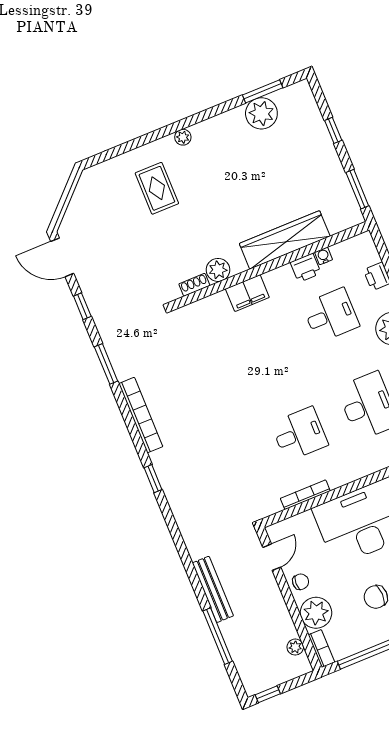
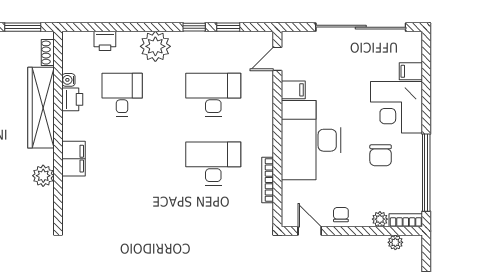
shoe rack: (194, 285) -> (48, 53), moved
desk: (299, 434) -> (213, 163), width x1.37
plant: (316, 613) -> (380, 219), width x0.53, depth x0.53

